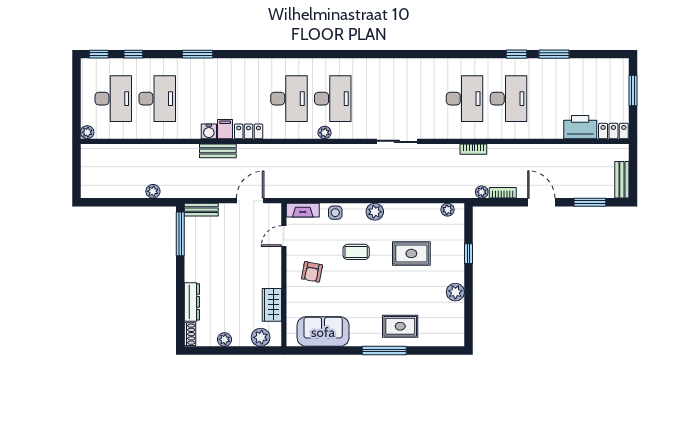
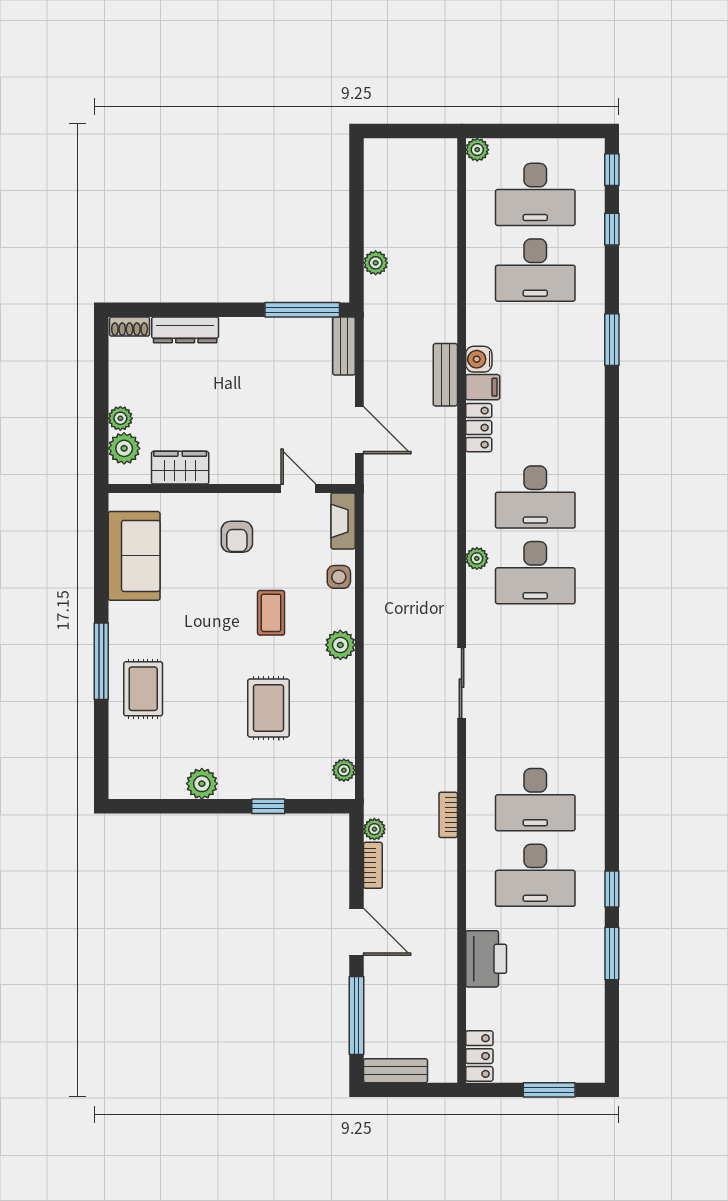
printer: (580, 127) -> (486, 959), moved
door: (541, 202) -> (357, 932), hinge flipped
window: (590, 202) -> (357, 1016), width x1.44
armchair: (312, 272) -> (237, 537), turned -101
plant: (225, 339) -> (120, 418), moved

